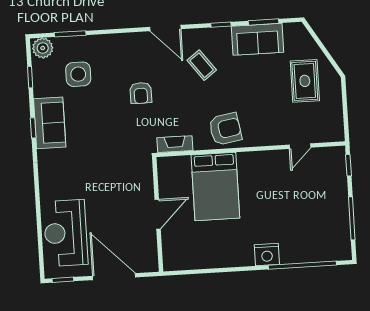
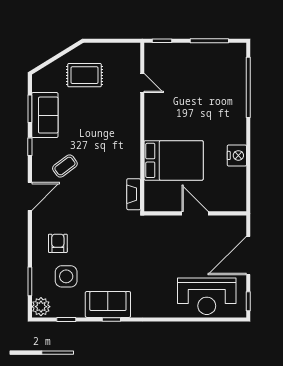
armchair: (141, 93) -> (58, 243), moved, turned -90
armchair: (225, 129) -> (123, 149), removed
nightstand: (267, 254) -> (237, 155), moved

